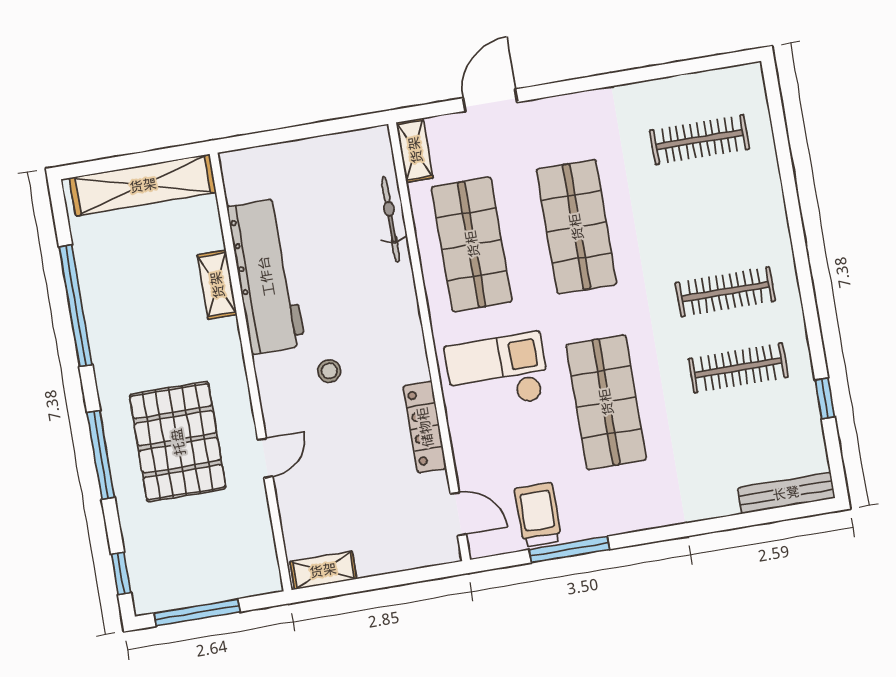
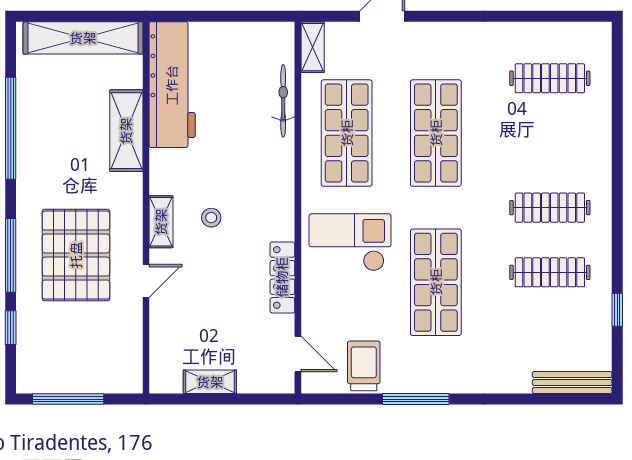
workbench: (266, 276) -> (172, 85), moved
shelving: (217, 285) -> (126, 131), width x1.50, depth x1.33
shelving: (271, 386) -> (161, 222), added
window: (569, 550) -> (416, 399), moved
shelving: (323, 570) -> (210, 382), moved
window: (121, 574) -> (11, 328), moved

